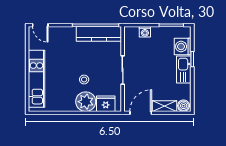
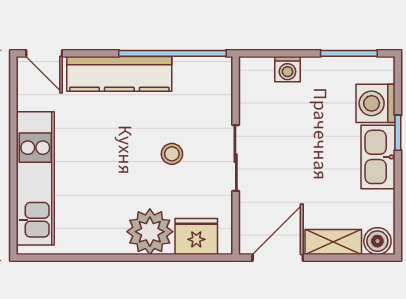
kitchen counter: (99, 34) -> (119, 74), moved
stool: (84, 80) -> (172, 154), moved

